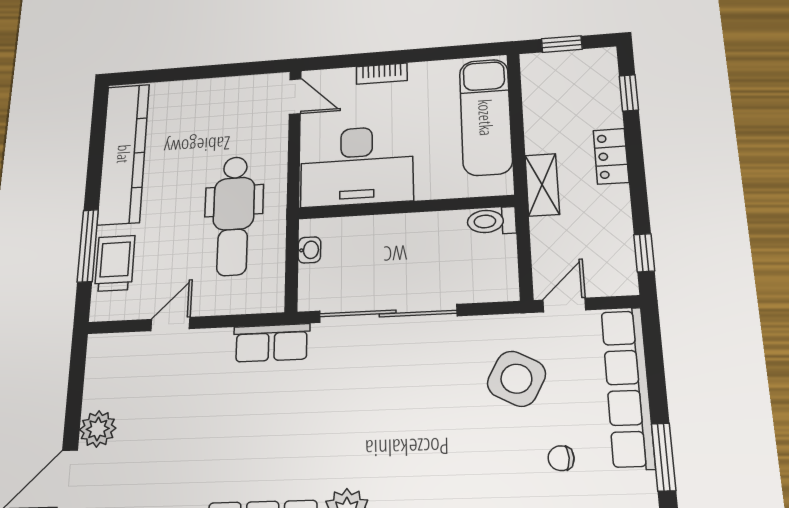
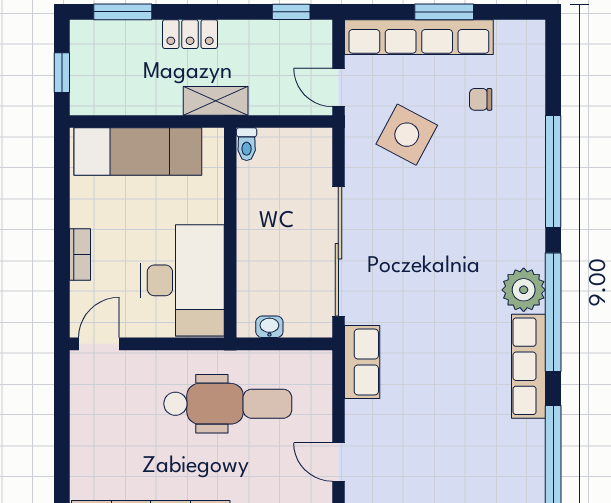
window: (629, 93) -> (123, 12), width x1.50
toilet: (492, 221) -> (247, 144), width x0.73, depth x0.72
window: (664, 457) -> (444, 12), moved
chair: (561, 458) -> (481, 99), turned 90

